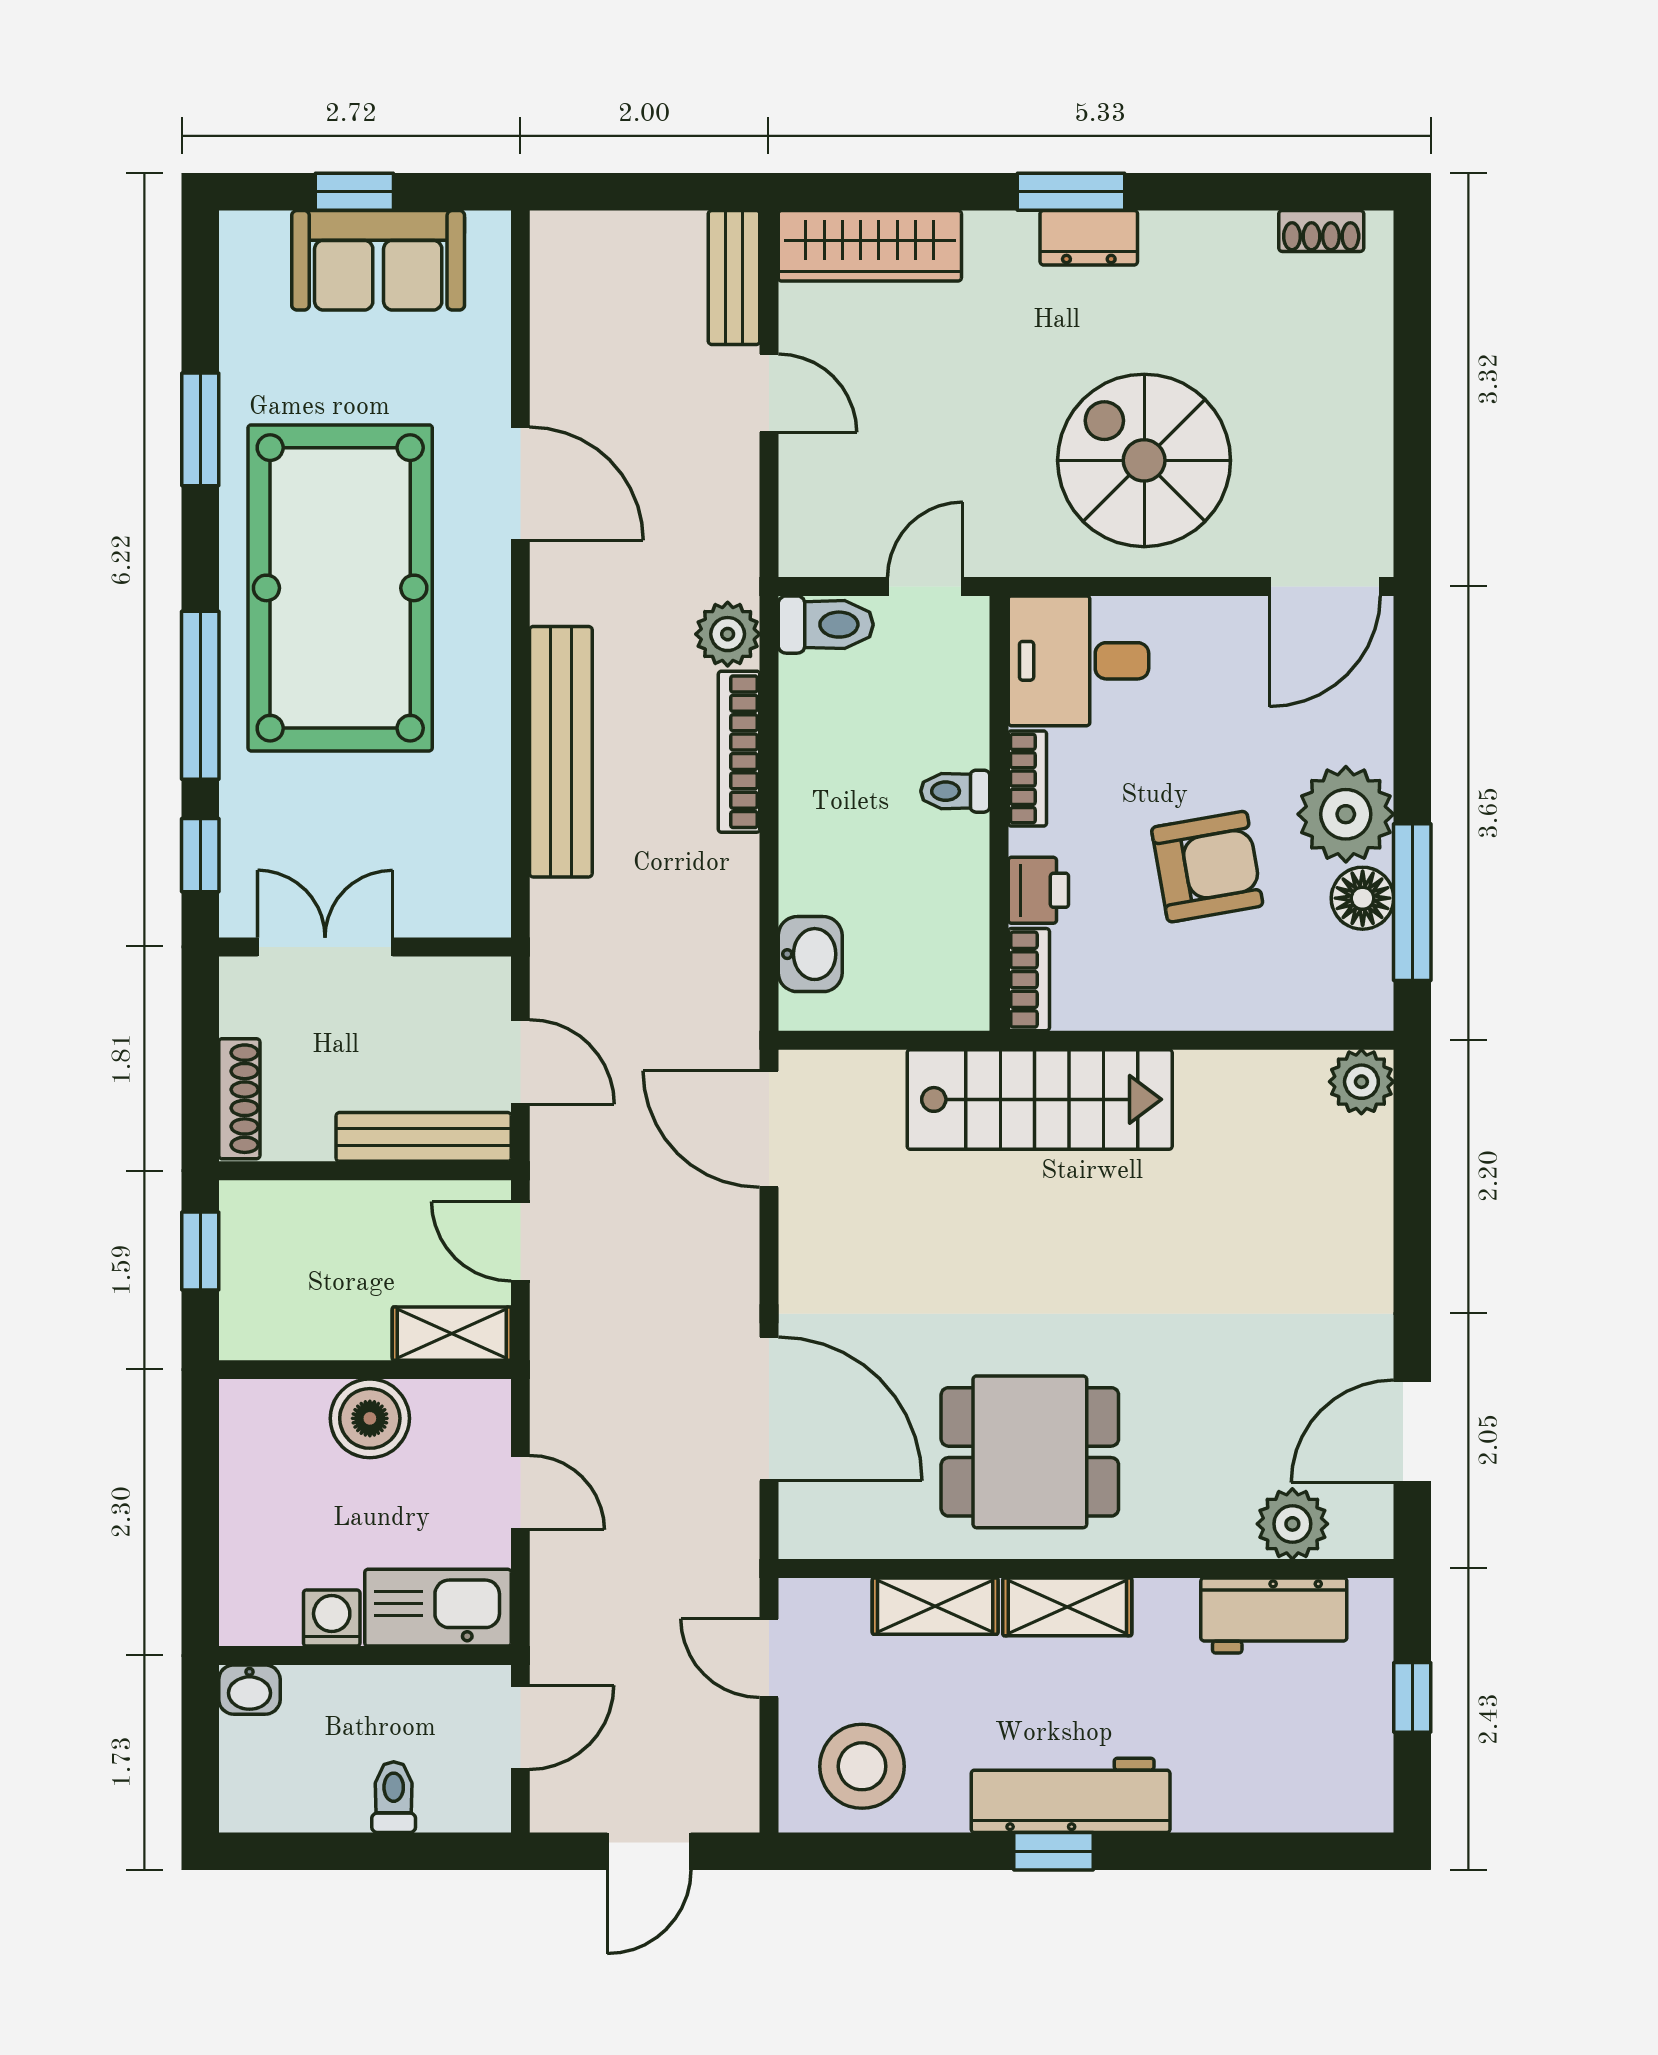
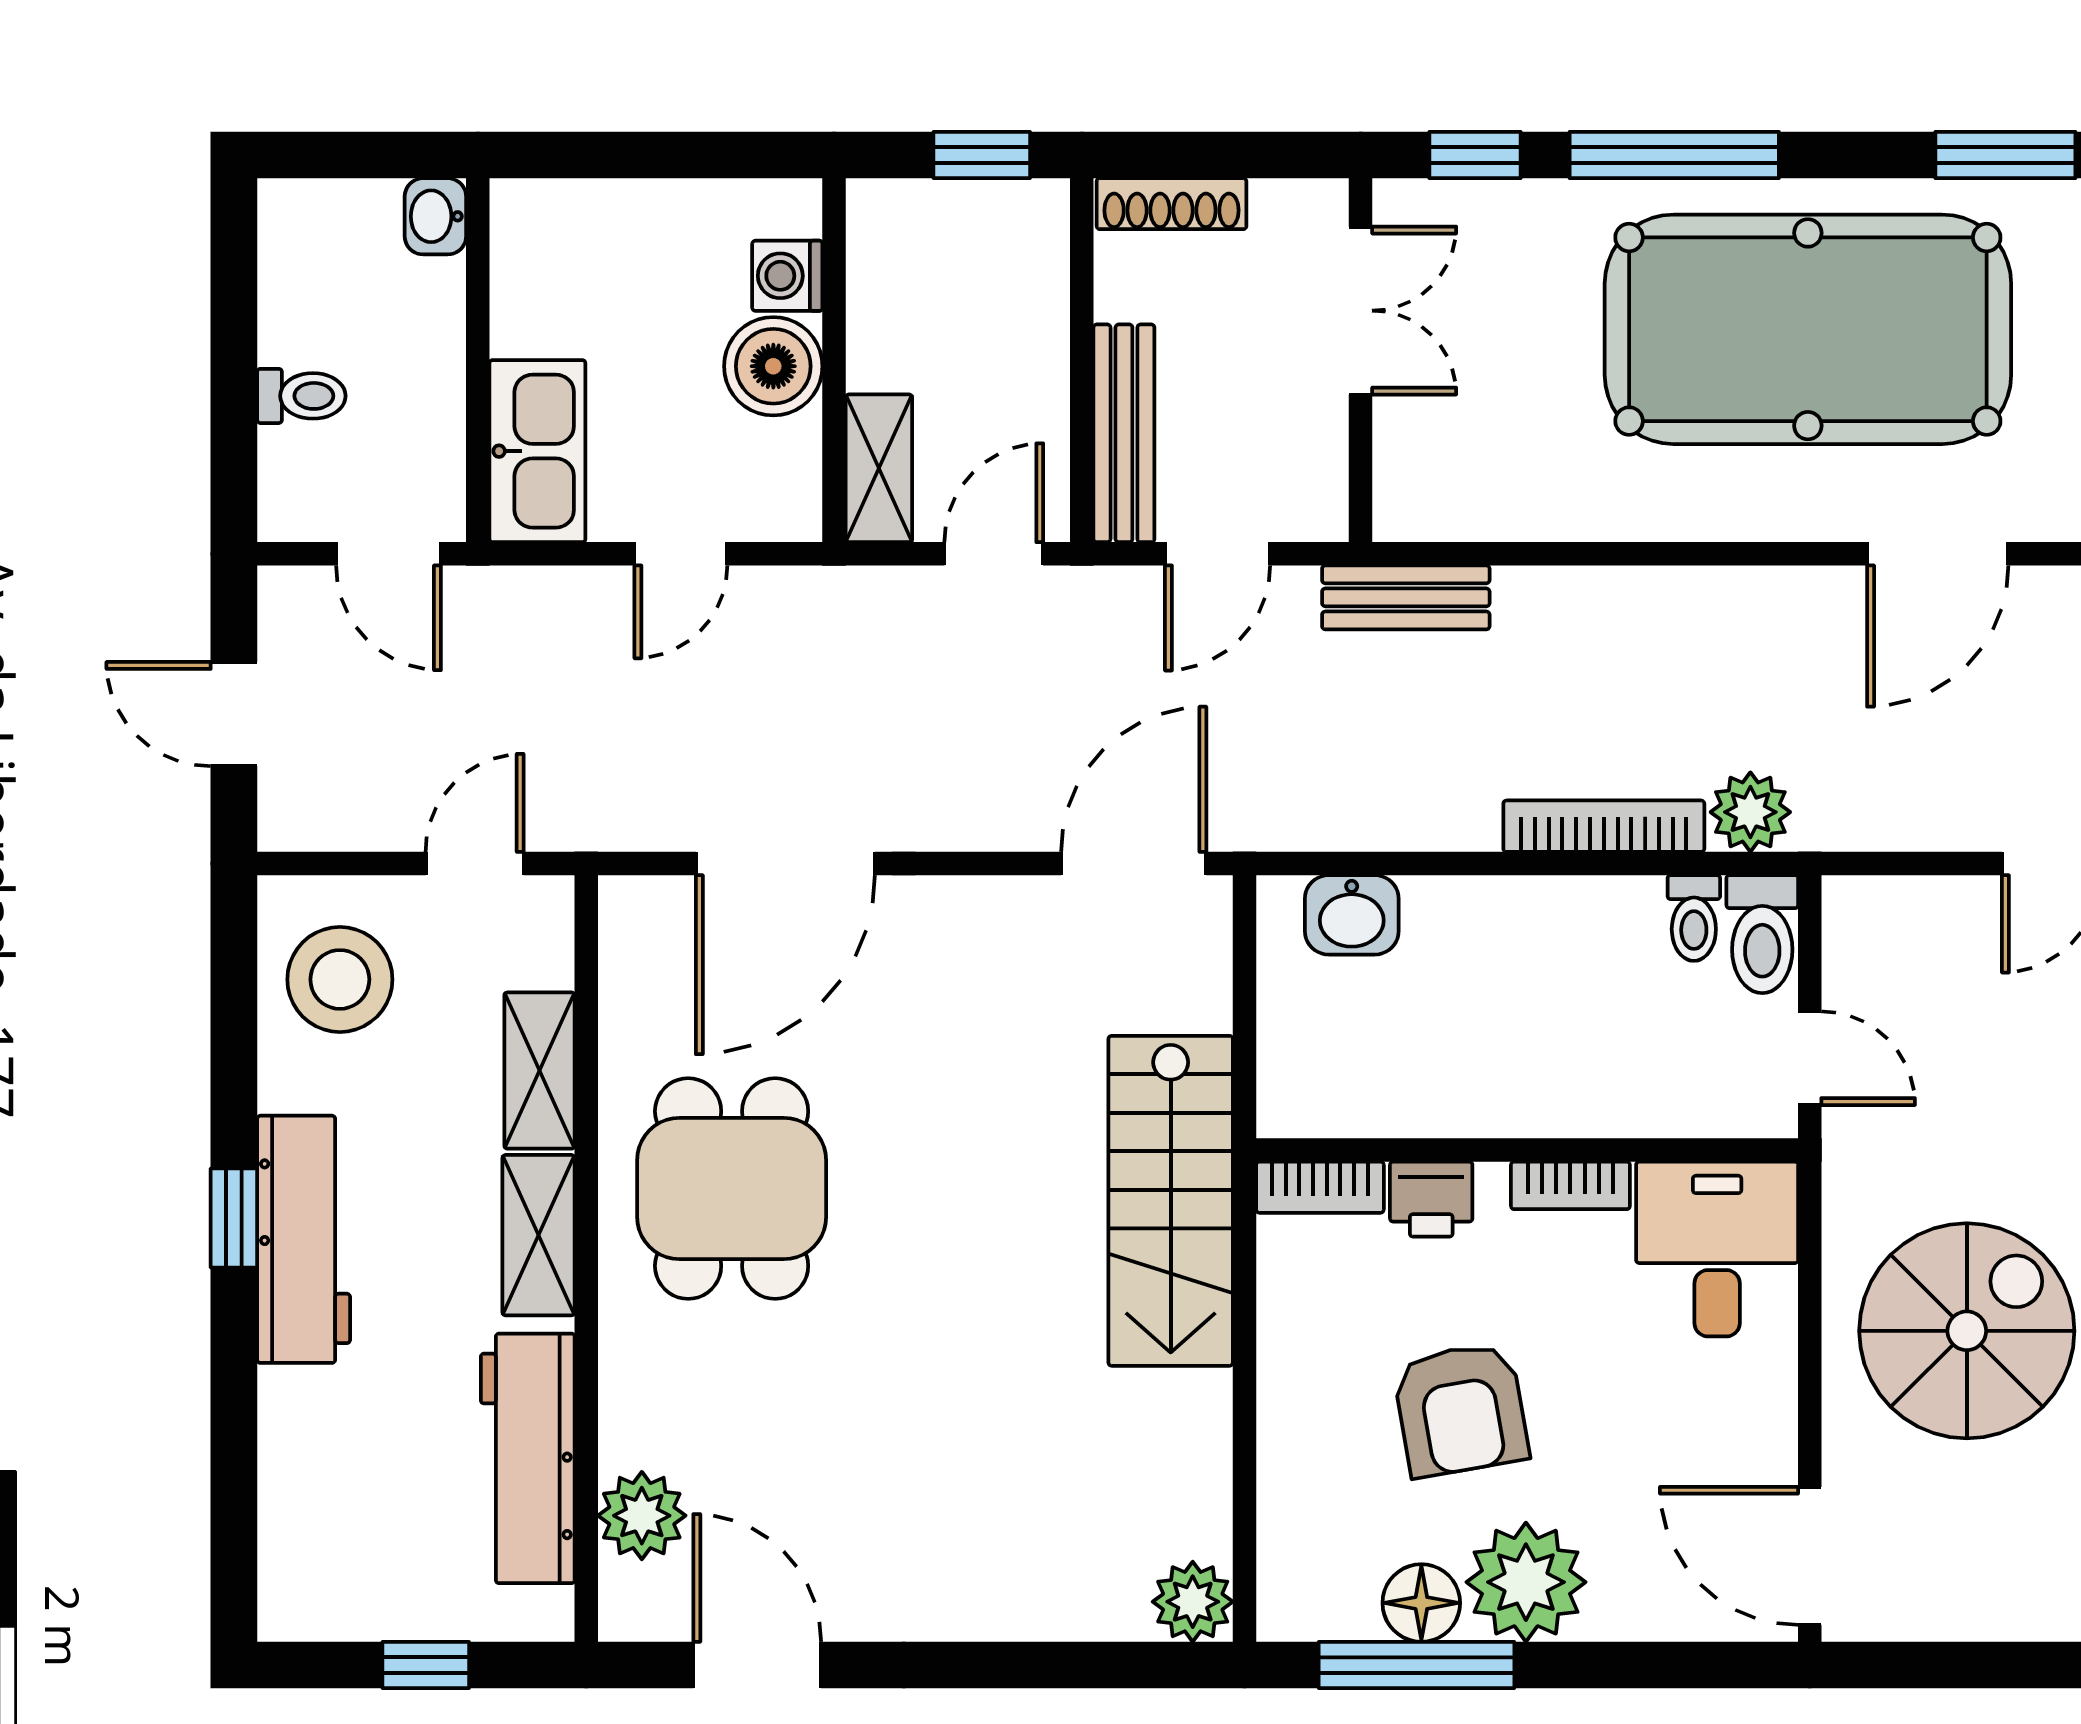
bench: (561, 752) -> (1406, 597), moved, width x0.54, depth x0.82
toilet: (955, 791) -> (1694, 918), moved, turned 180
workbench: (1274, 1615) -> (528, 1458), width x1.38
washing machine: (332, 1618) -> (787, 276), moved, turned 180

